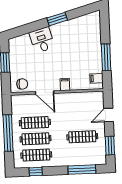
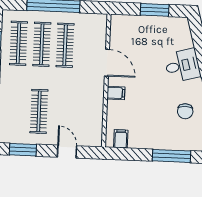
window: (106, 57) -> (172, 156), moved
chair: (22, 84) -> (185, 111), moved
door: (45, 92) -> (107, 63), swing flipped

